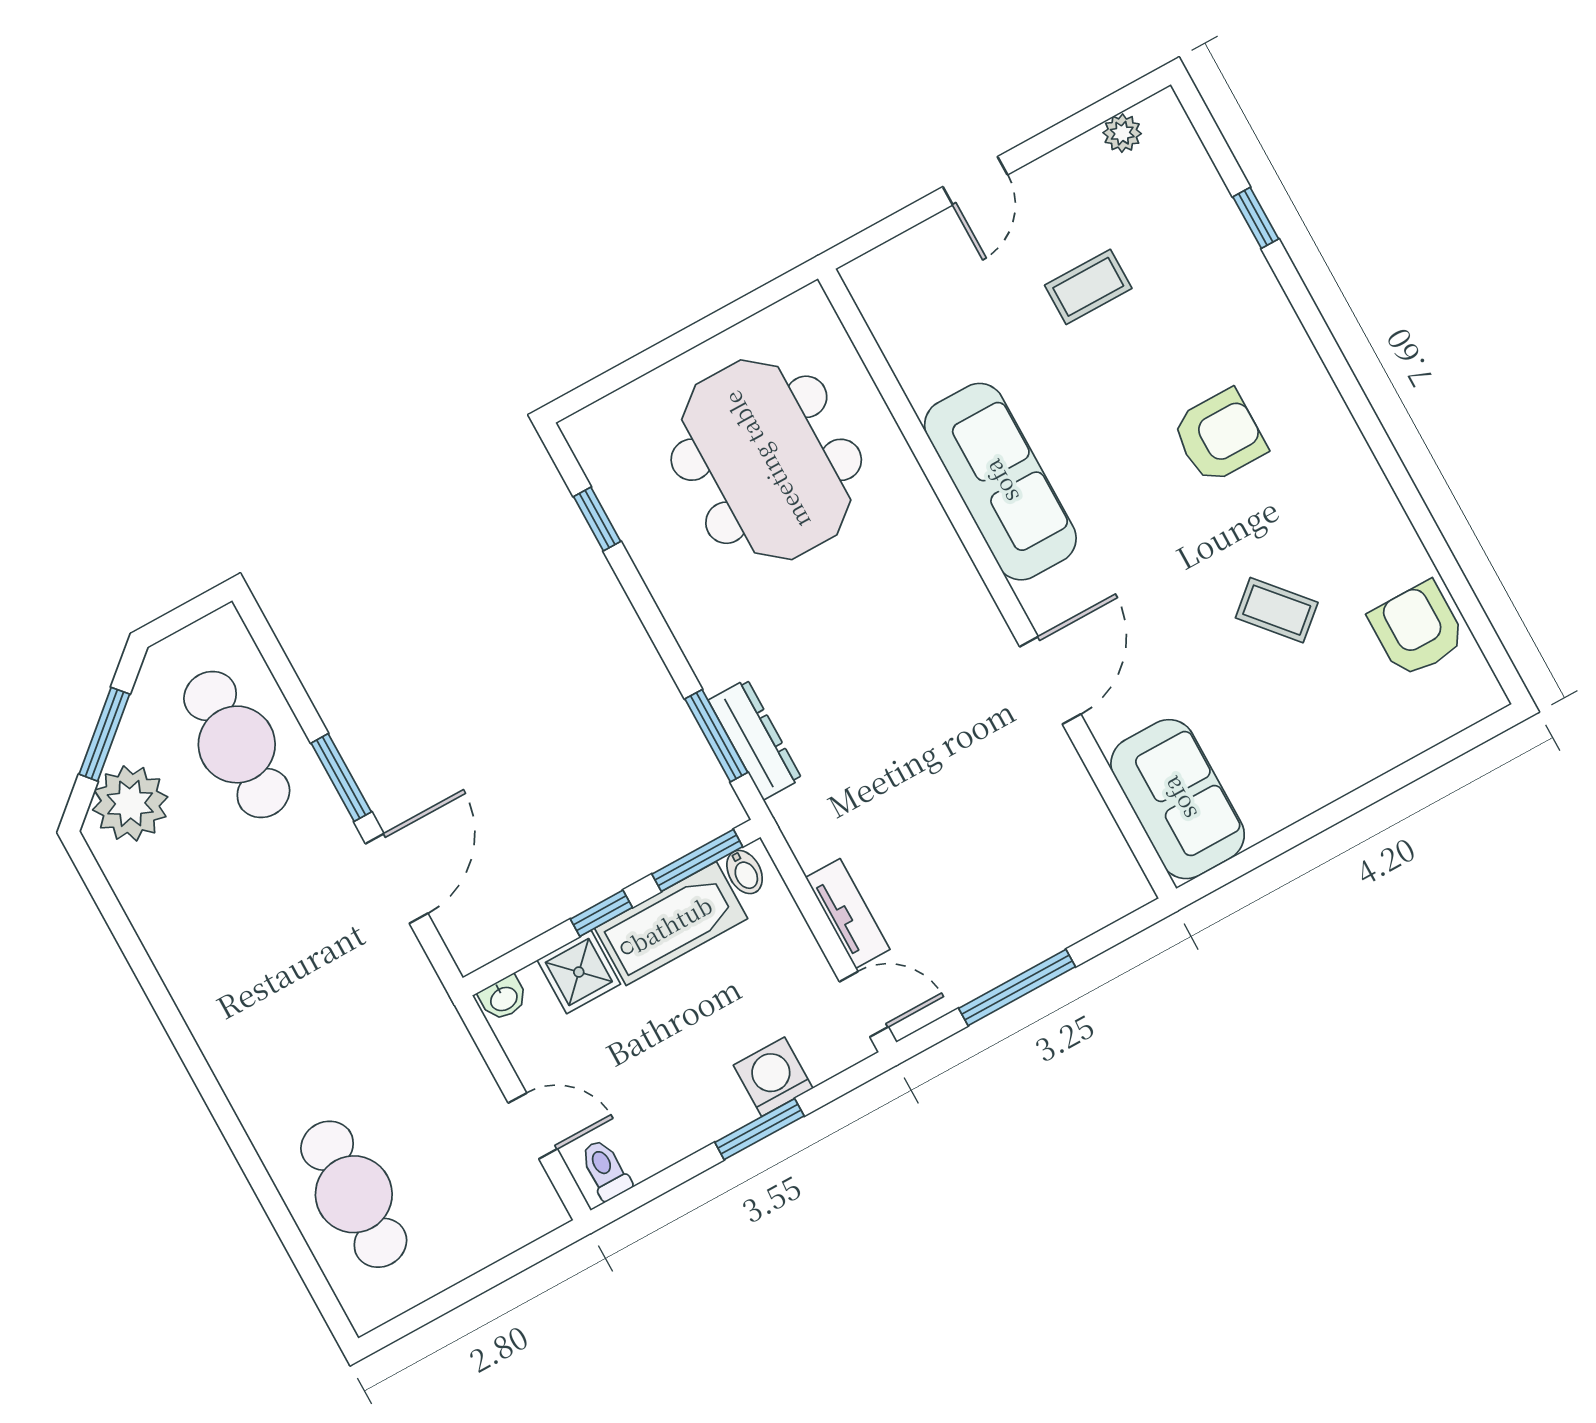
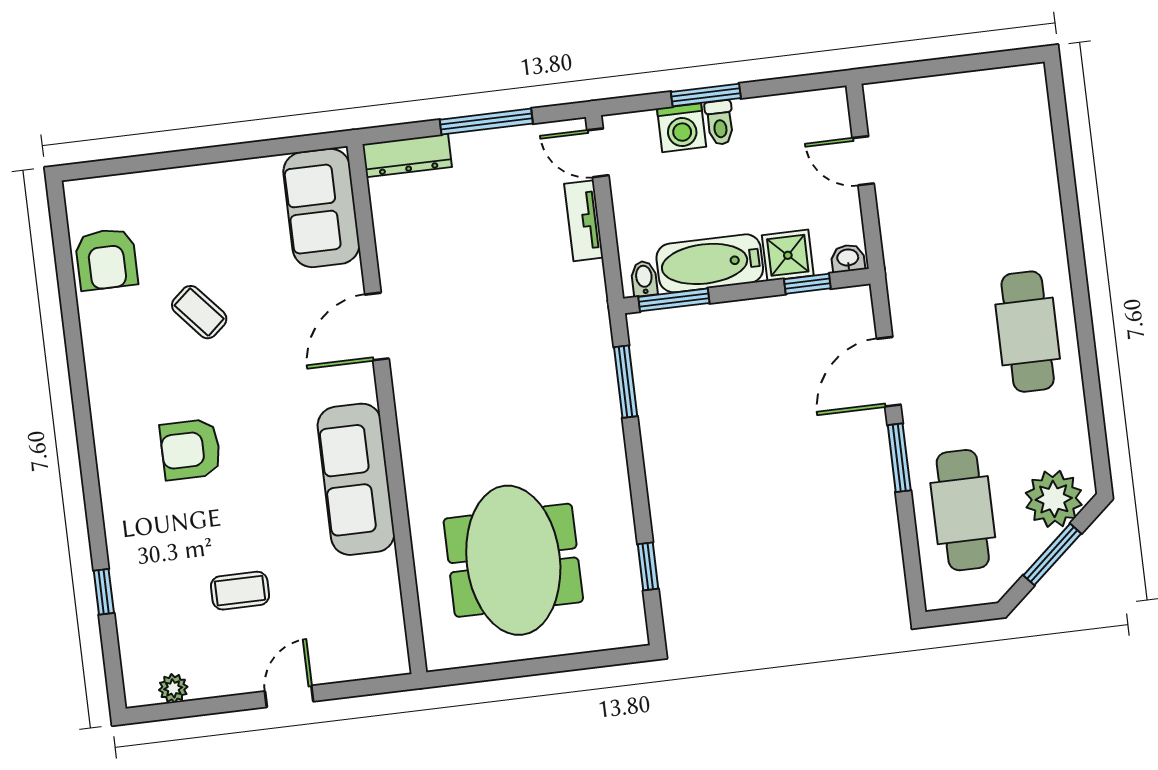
dresser: (755, 740) -> (407, 156), moved, turned -90
window: (601, 913) -> (807, 284), moved
toilet: (605, 1170) -> (720, 123), moved
cafe table: (354, 1194) -> (1028, 332), moved

